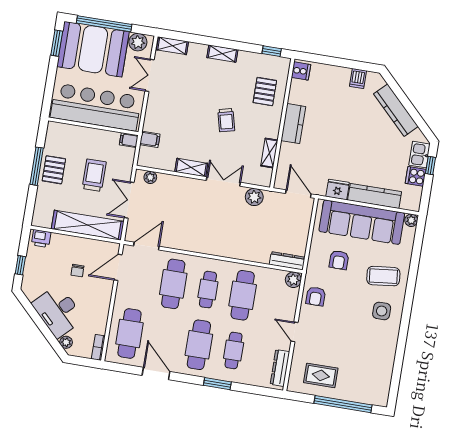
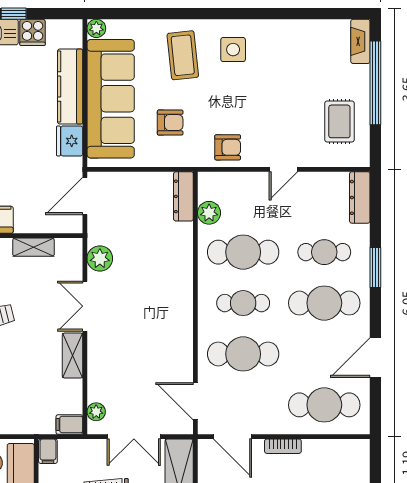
filing cabinet: (150, 139) -> (69, 424), moved, turned -90
plant: (293, 280) -> (209, 213), moved
bookcase: (98, 347) -> (283, 446), moved
dresser: (280, 368) -> (360, 197), moved, turned 90
fireplace: (373, 399) -> (360, 41), added

